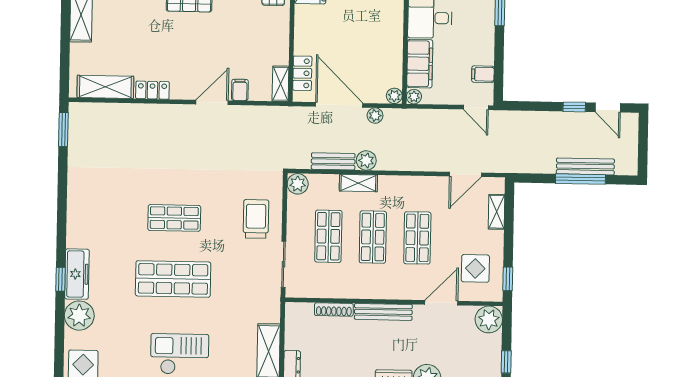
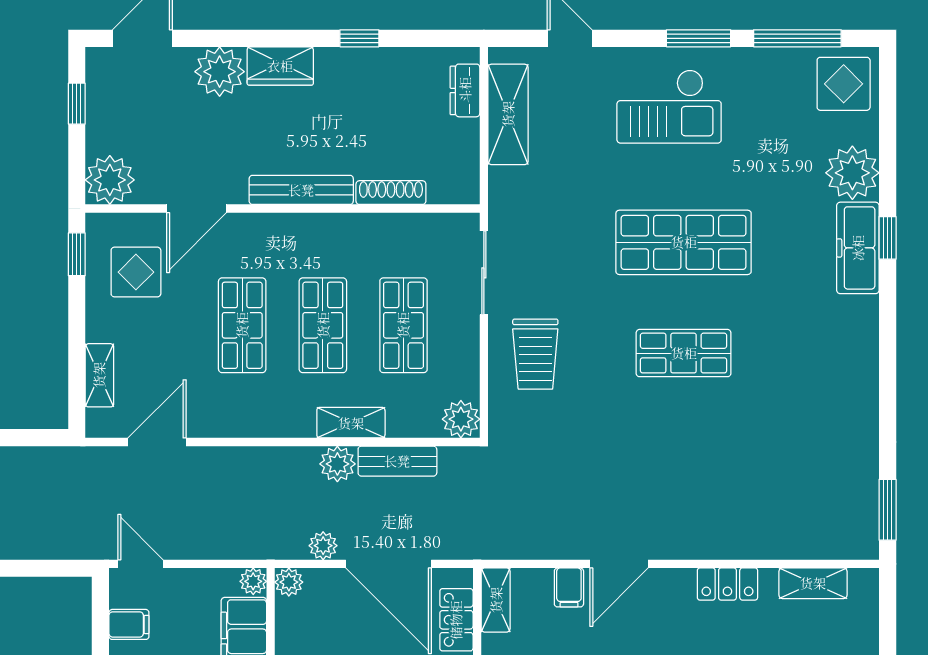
shelving: (105, 87) -> (813, 583), width x0.67, depth x0.75

